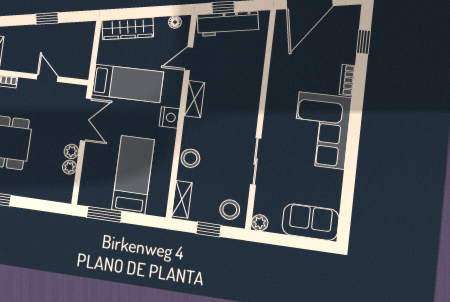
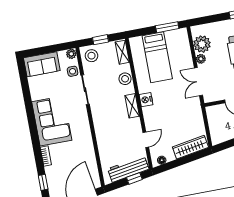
bed: (128, 83) -> (179, 113), removed
shelving: (194, 99) -> (132, 106), moved
plant: (69, 167) -> (202, 44), width x1.87, depth x1.87
side table: (266, 195) -> (73, 71), added

